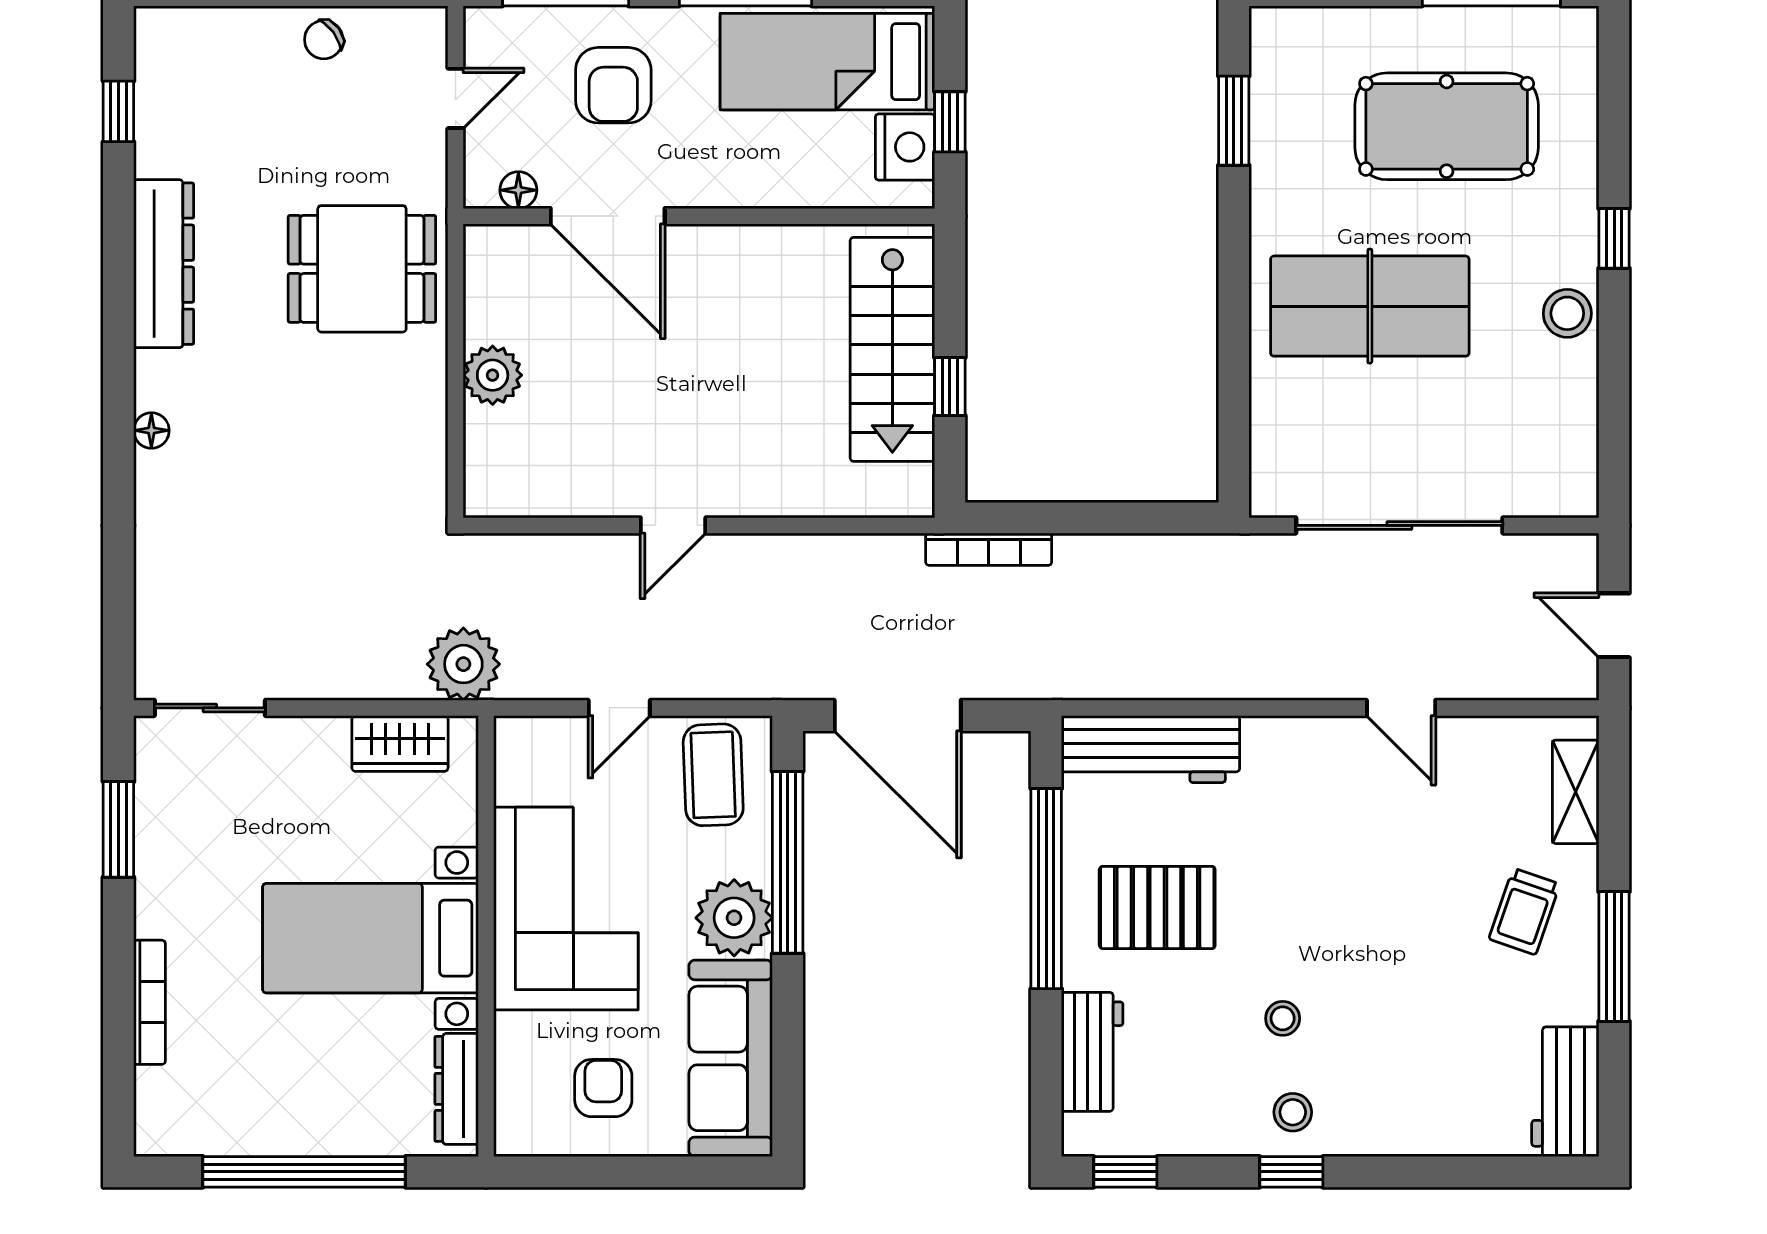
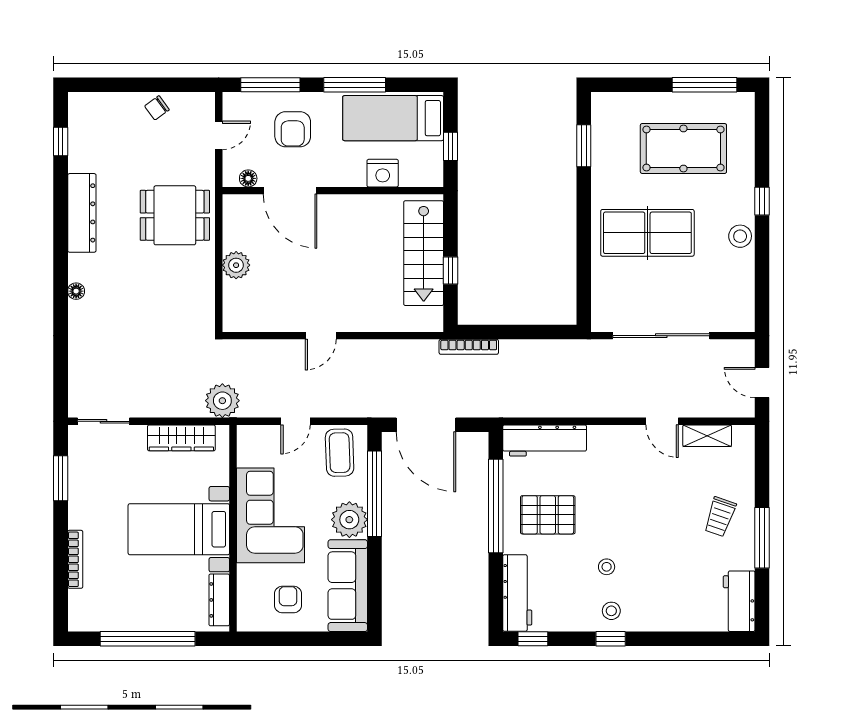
nightstand: (905, 147) -> (383, 173), moved, turned 90
wardrobe: (400, 743) -> (181, 438), width x1.50
shelving: (1576, 792) -> (707, 436), moved, turned 90
workbench: (1092, 1052) -> (517, 593), width x1.38

